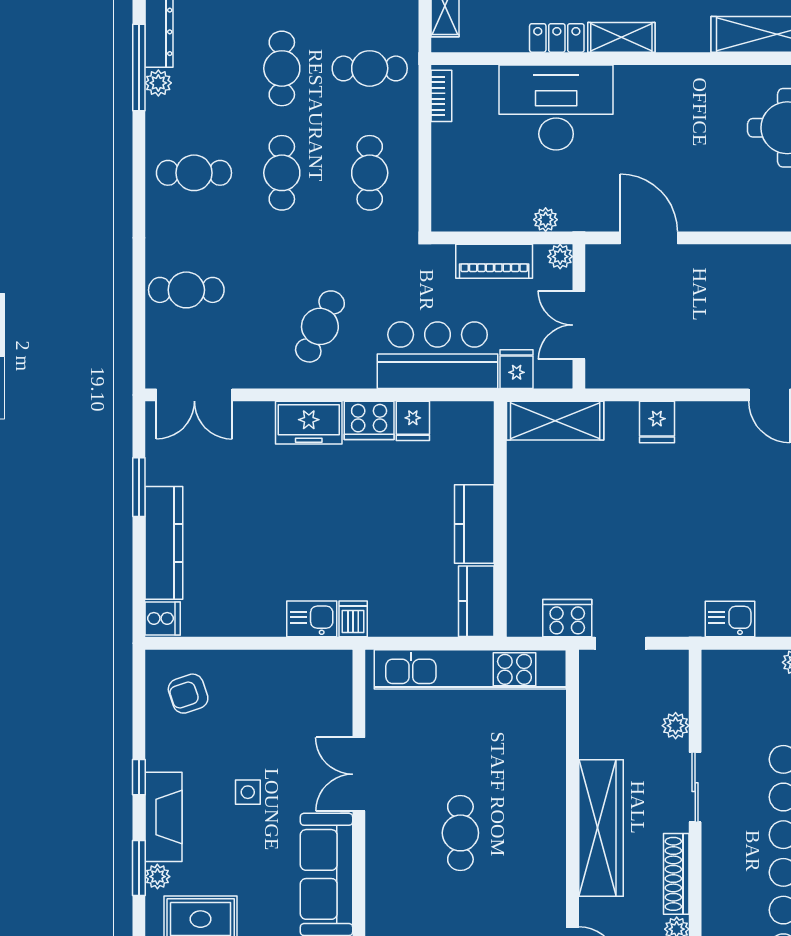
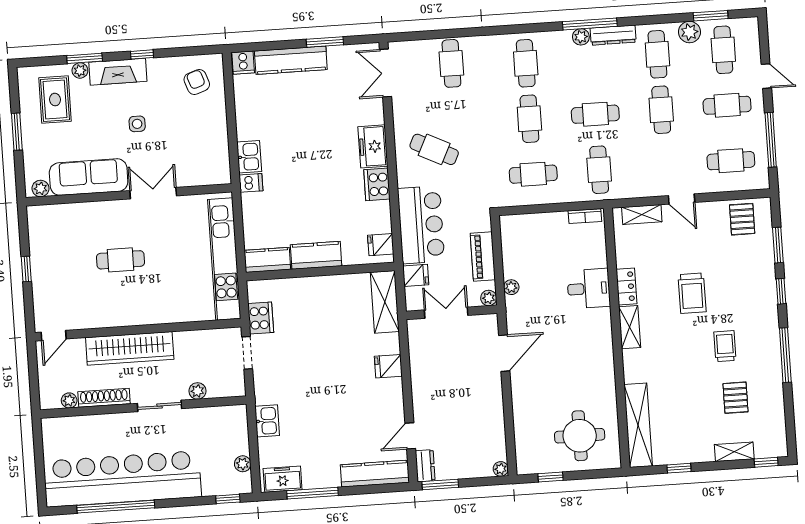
desk: (556, 108) -> (589, 289), width x0.53, depth x0.77
cafe table: (282, 173) -> (529, 119), turned 90
fridge: (413, 421) -> (381, 245), moved

